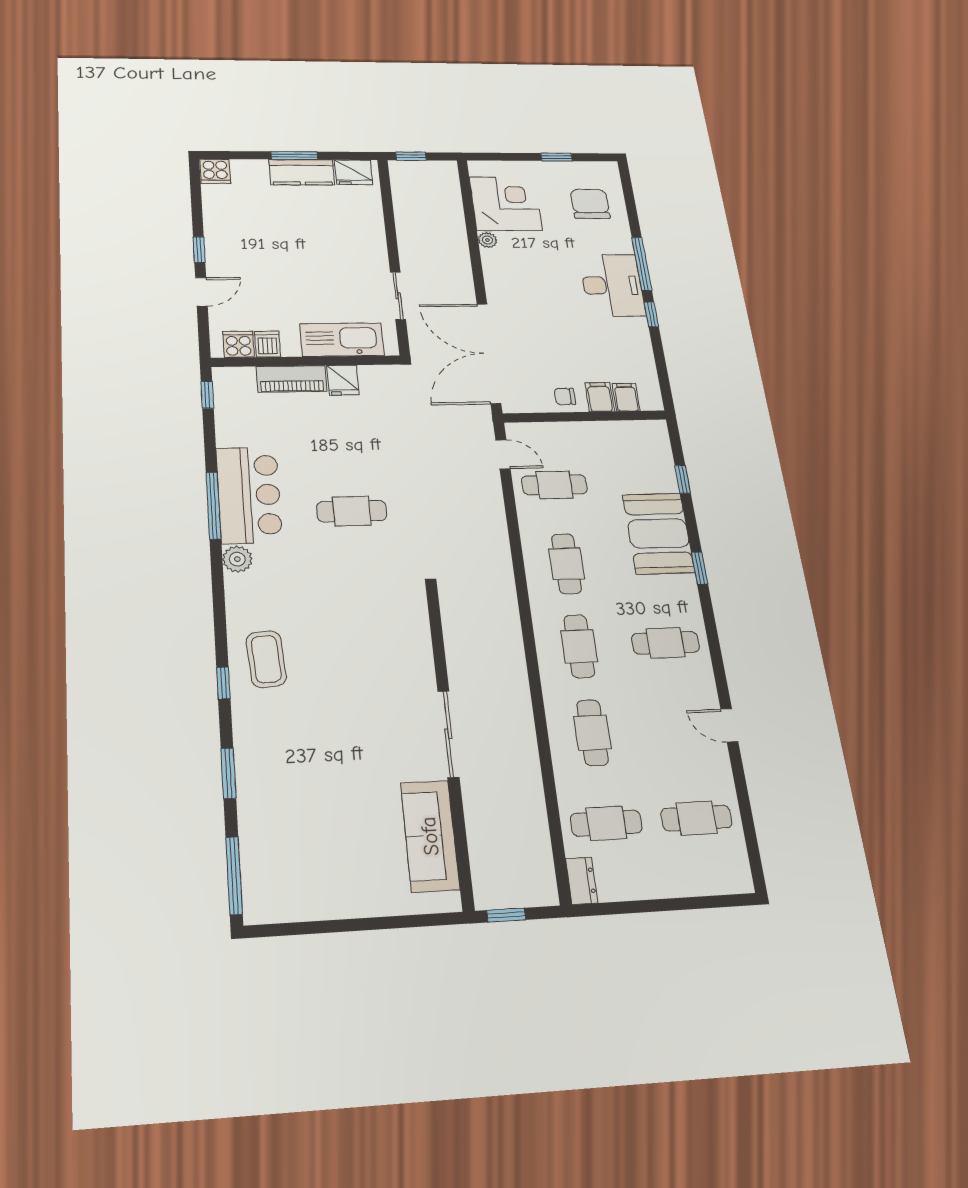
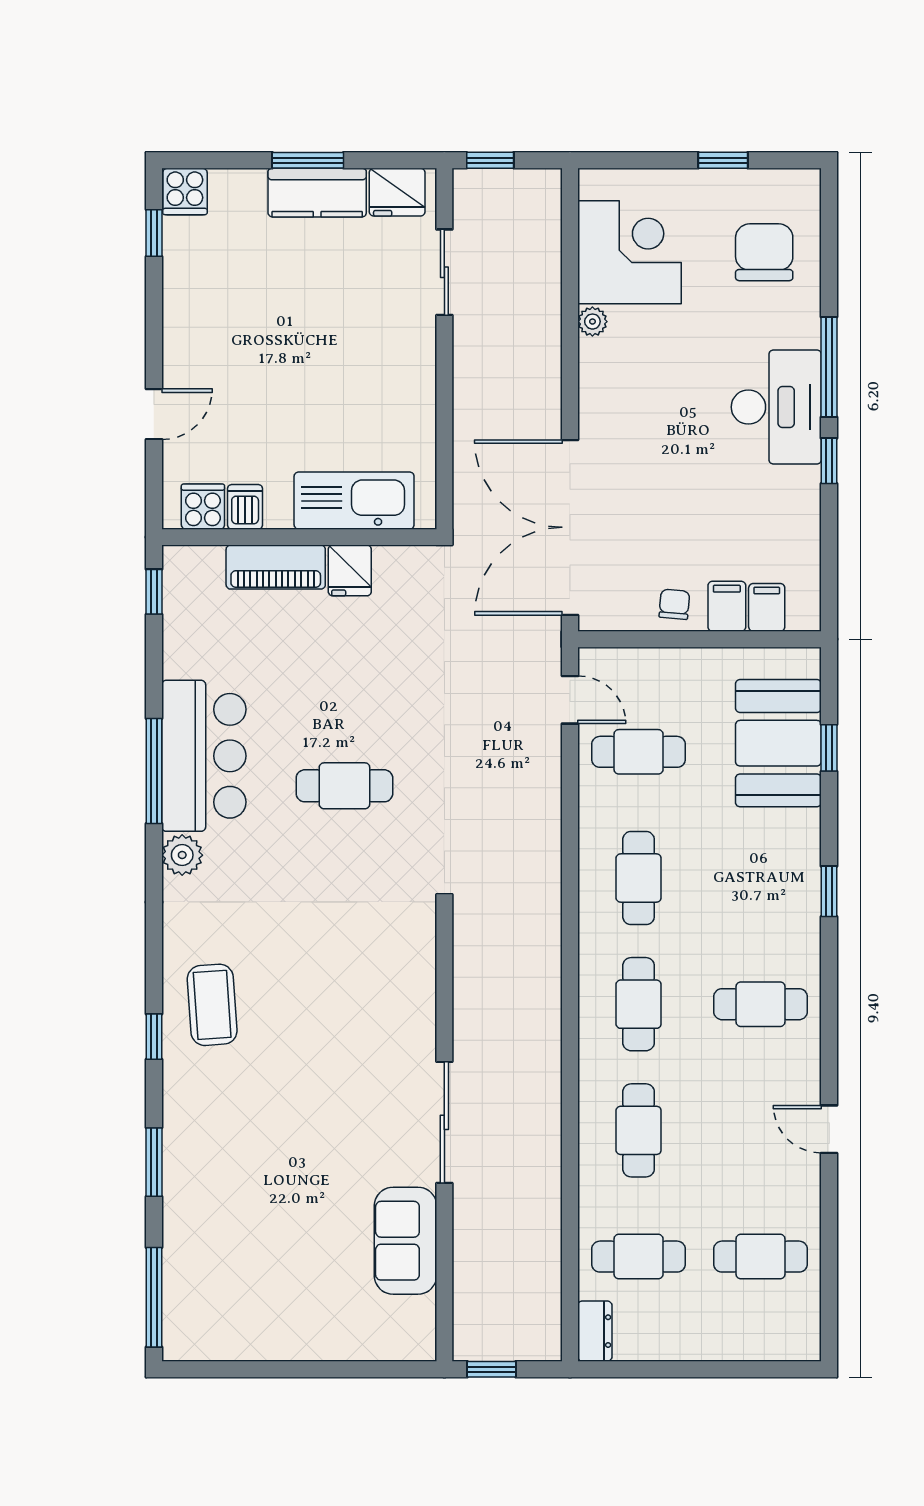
window: (199, 250) -> (154, 233), moved
sliding door: (398, 296) -> (444, 272), moved
chair: (565, 396) -> (674, 604), turned 95
booth: (658, 533) -> (778, 743), moved
sofa: (430, 836) -> (406, 1241), width x0.73

